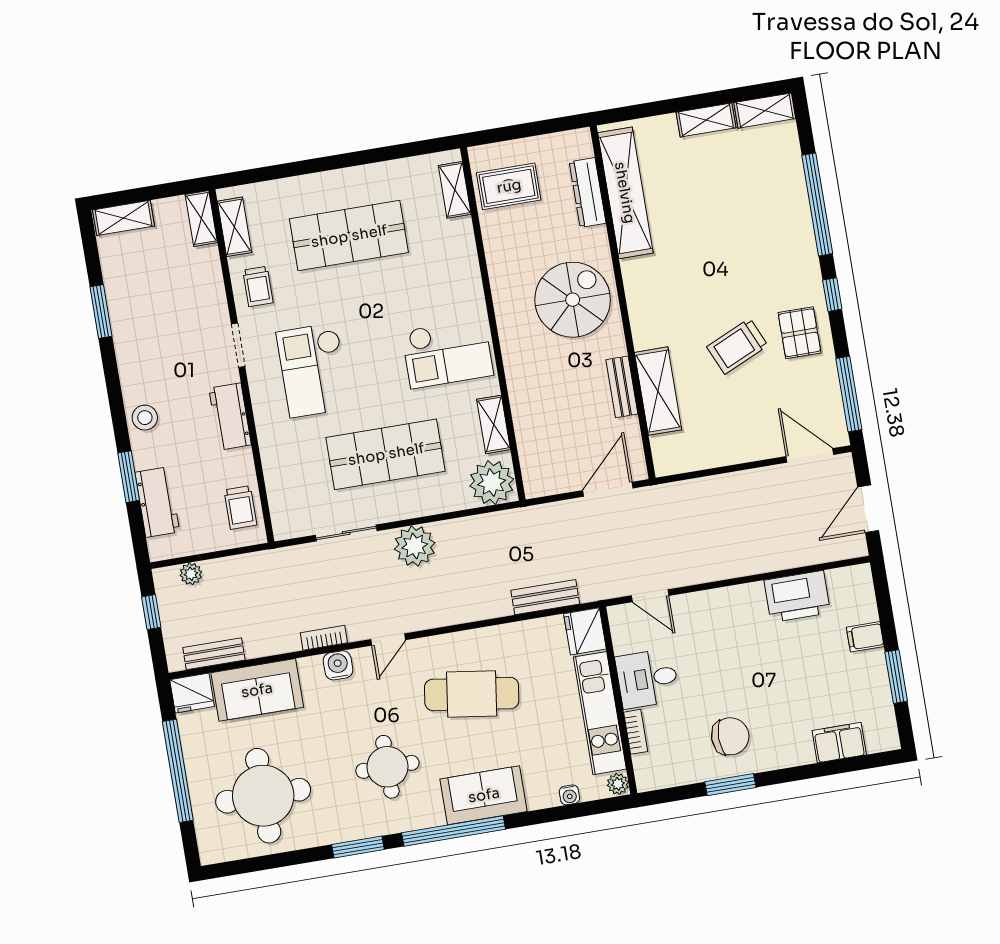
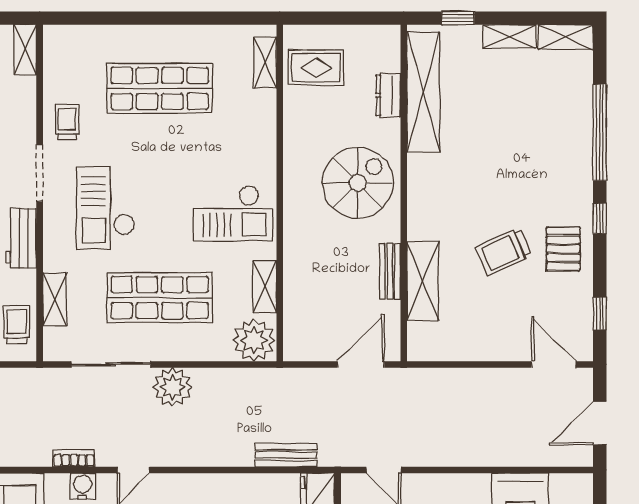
window: (649, 110) -> (458, 18), added
dresser: (588, 193) -> (388, 95), width x0.70
shelving: (235, 227) -> (55, 299), moved
trolley: (258, 286) -> (67, 122), turned 180
doorway: (238, 345) -> (40, 173), width x1.38
window: (849, 394) -> (600, 313), width x0.46
trolley: (240, 508) -> (17, 324), turned 180
sliding door: (346, 533) -> (111, 364), width x1.37

